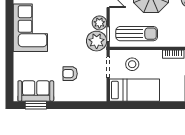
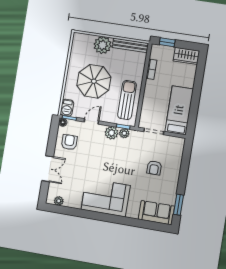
plant: (97, 41) -> (124, 133), width x0.53, depth x0.53
stool: (132, 64) -> (155, 109), removed
sofa: (36, 91) -> (156, 213), moved, turned 90

